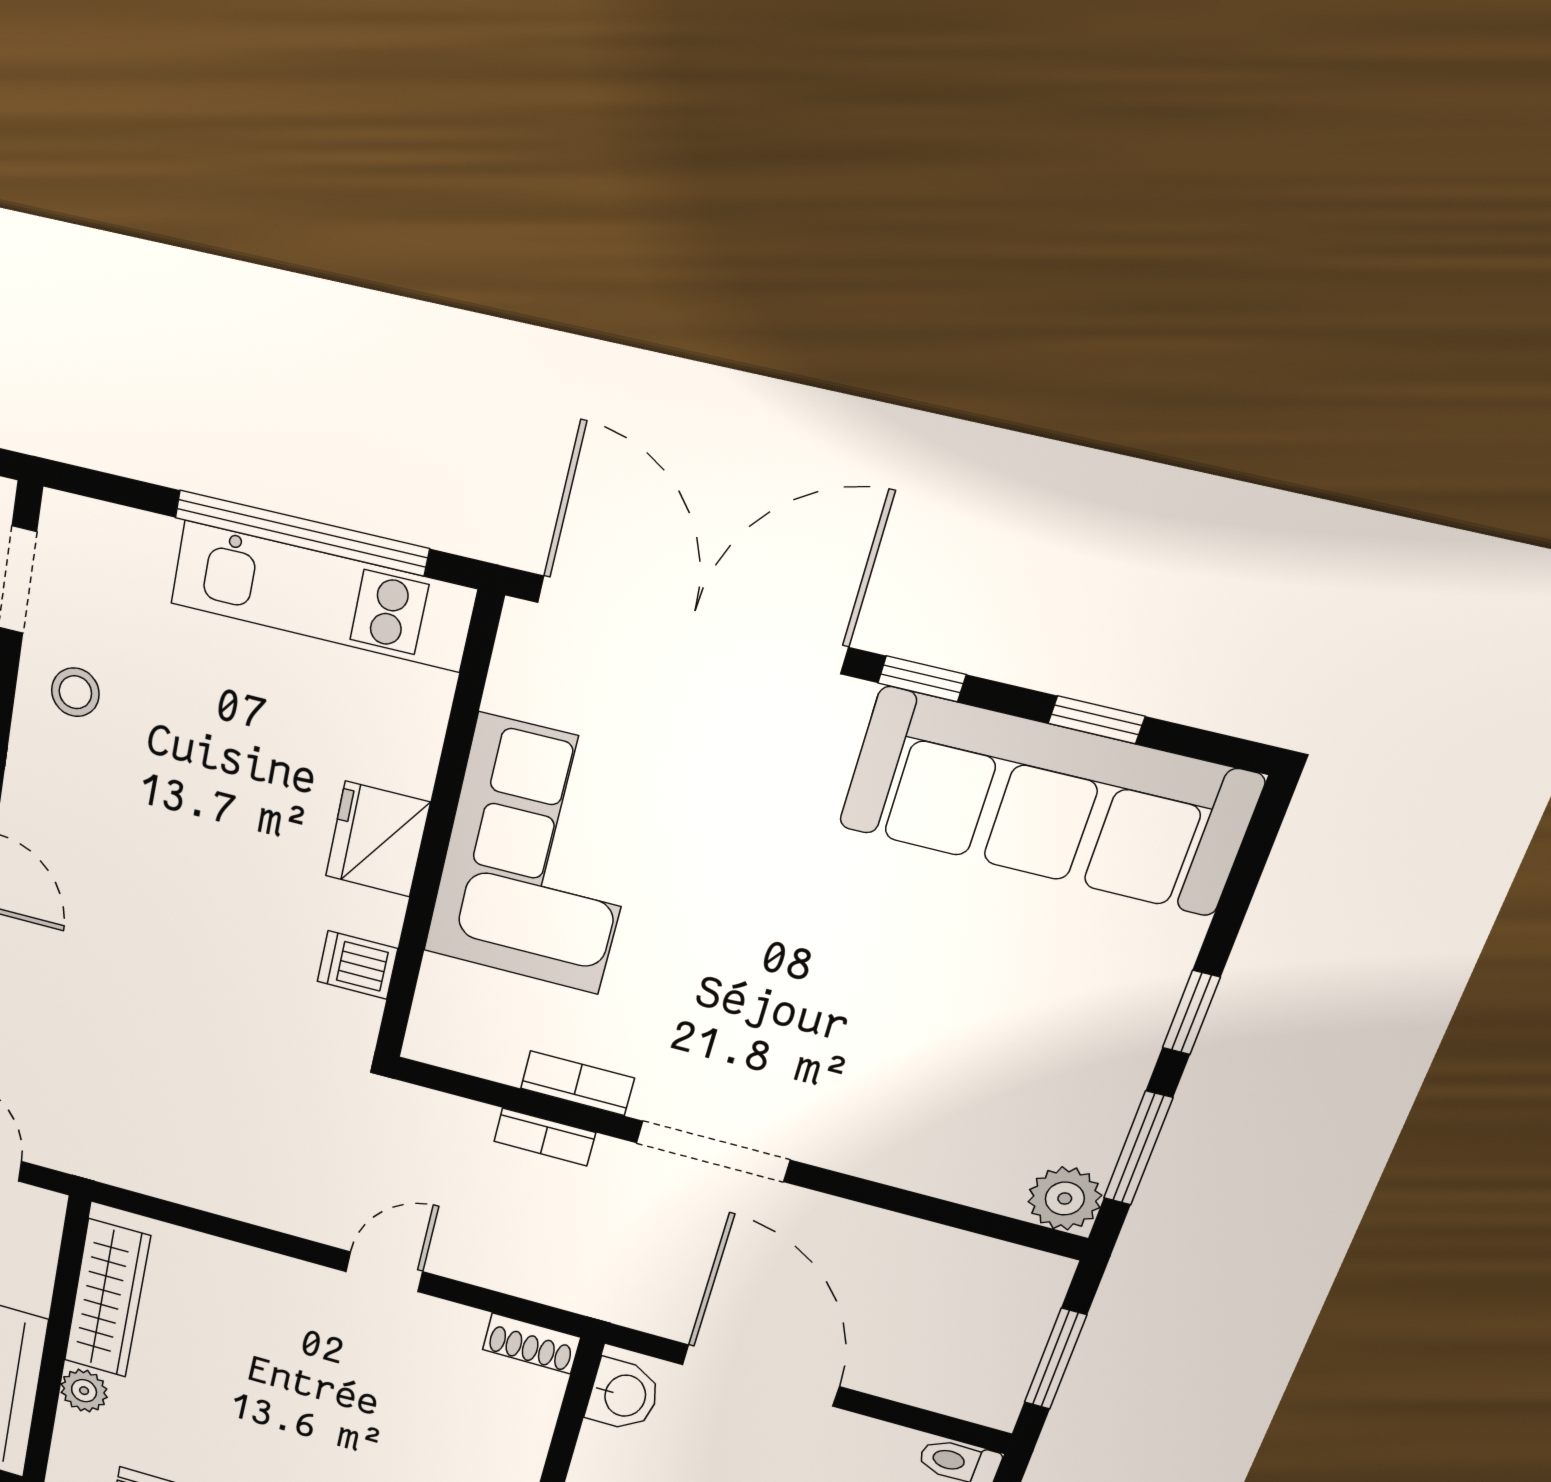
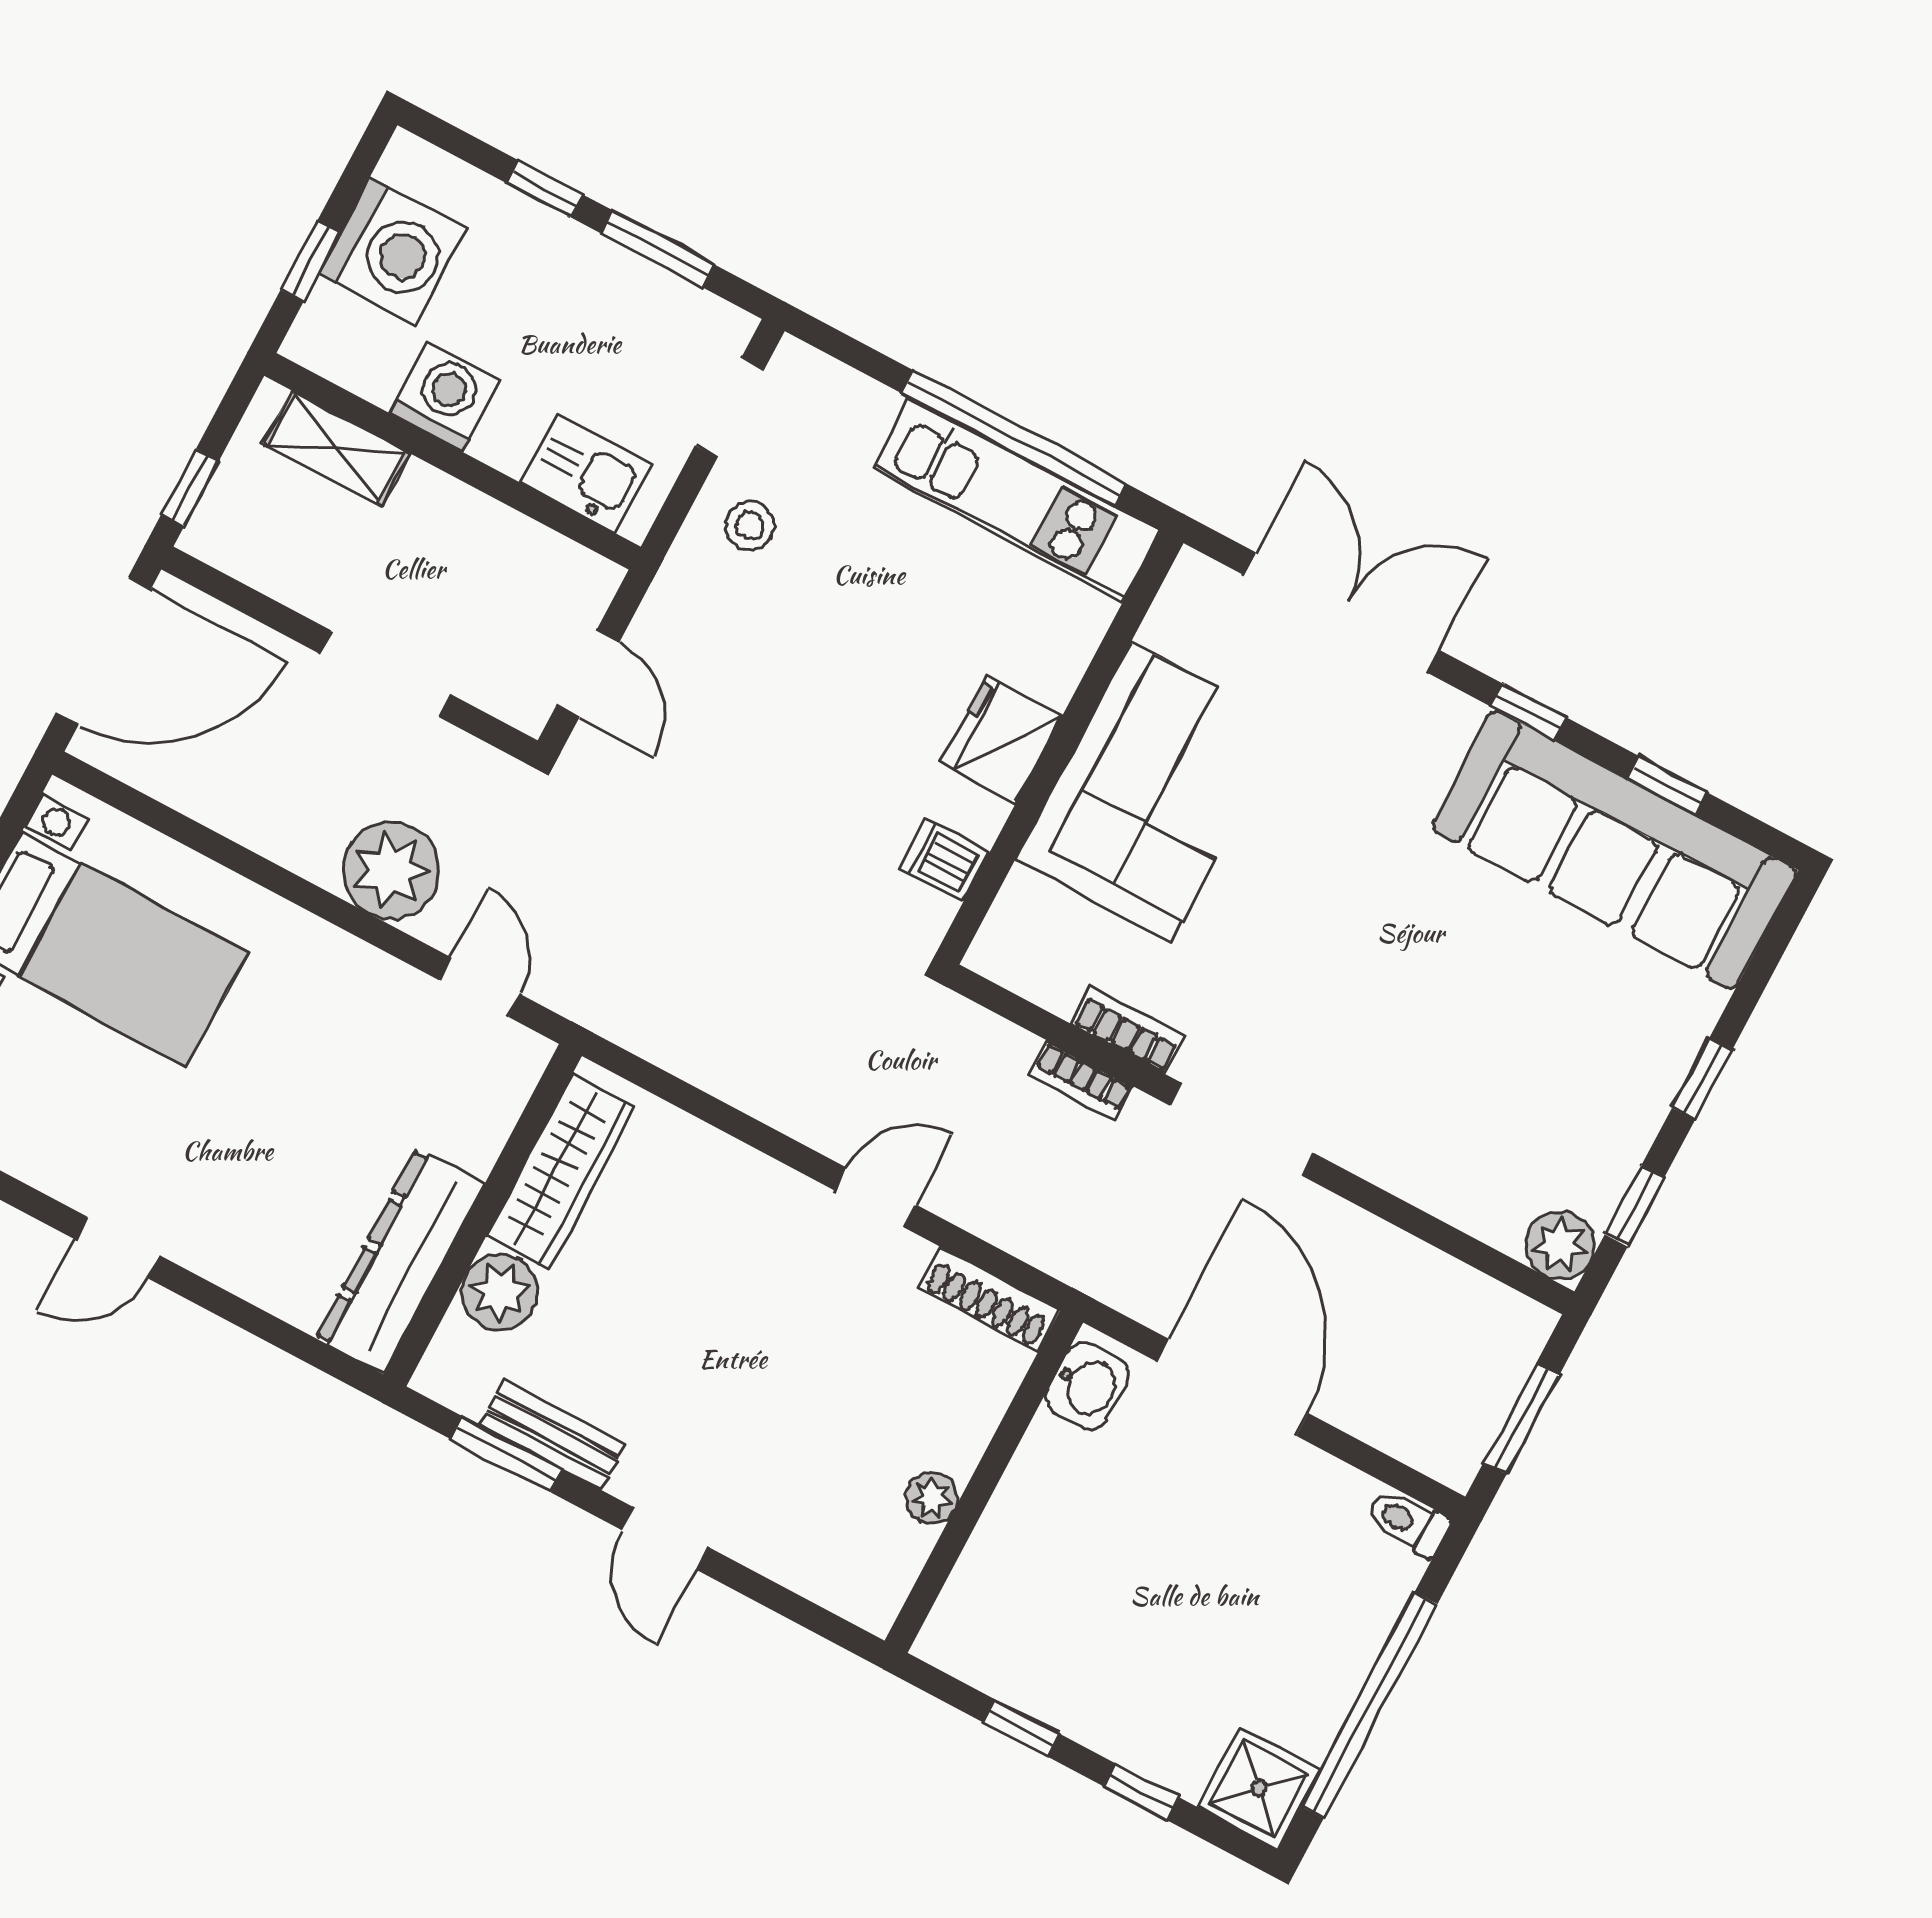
double door: (691, 625) -> (1342, 613), width x0.73
window: (1138, 1148) -> (1634, 1206), width x0.67
shoe rack: (531, 1343) -> (989, 1299), width x1.43
plant: (84, 1391) -> (499, 1292), width x1.38, depth x1.38

